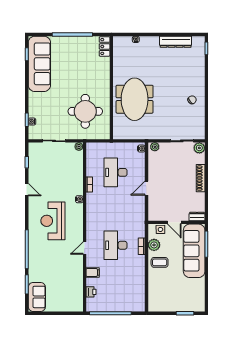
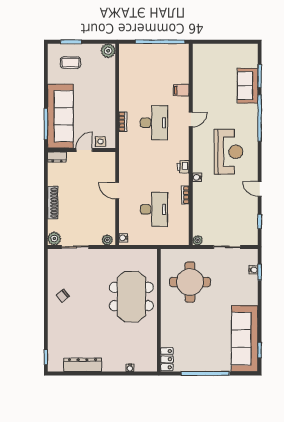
door: (146, 188) -> (117, 191), swing flipped
door: (174, 222) -> (84, 150), hinge flipped
plant: (154, 245) -> (108, 51), moved
coffee table: (160, 262) -> (70, 63), moved
printer: (91, 292) -> (183, 167), moved
sofa: (37, 297) -> (248, 86), moved

